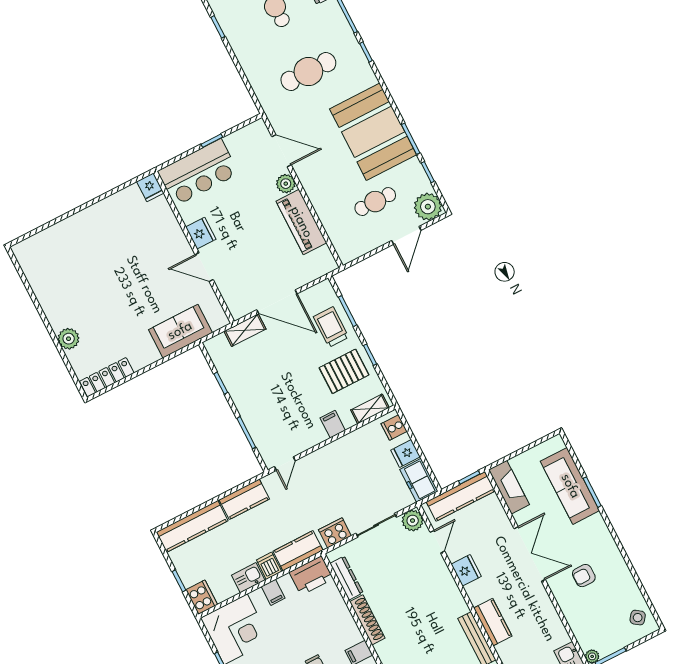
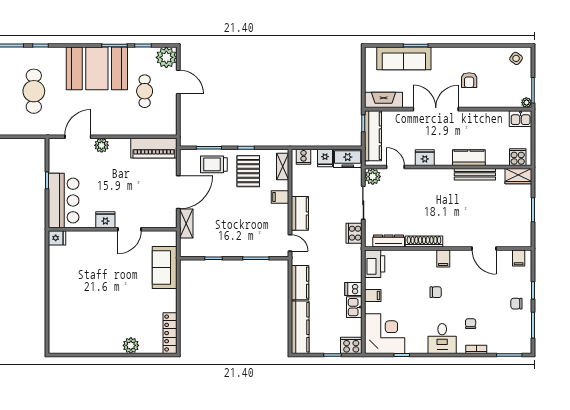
piano: (301, 222) -> (154, 148), moved
kitchen counter: (298, 551) -> (300, 213), moved, turned 180

